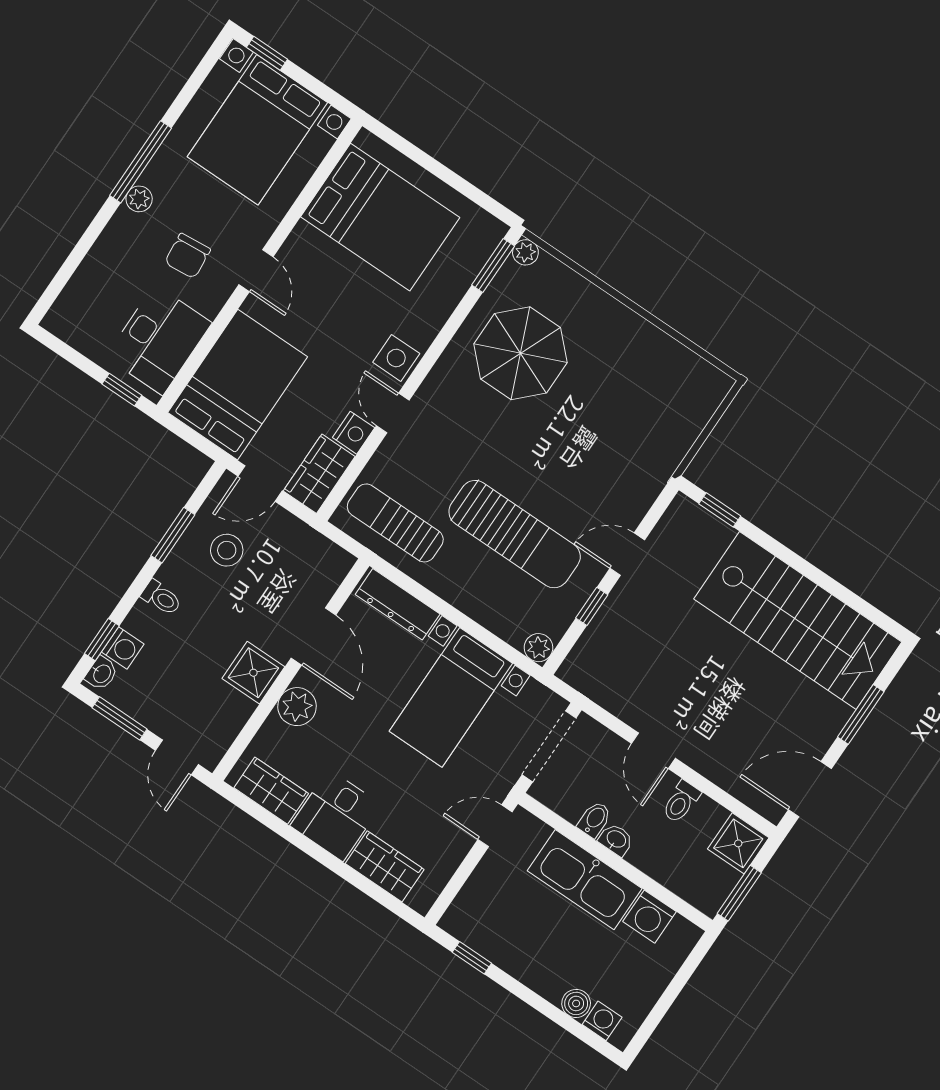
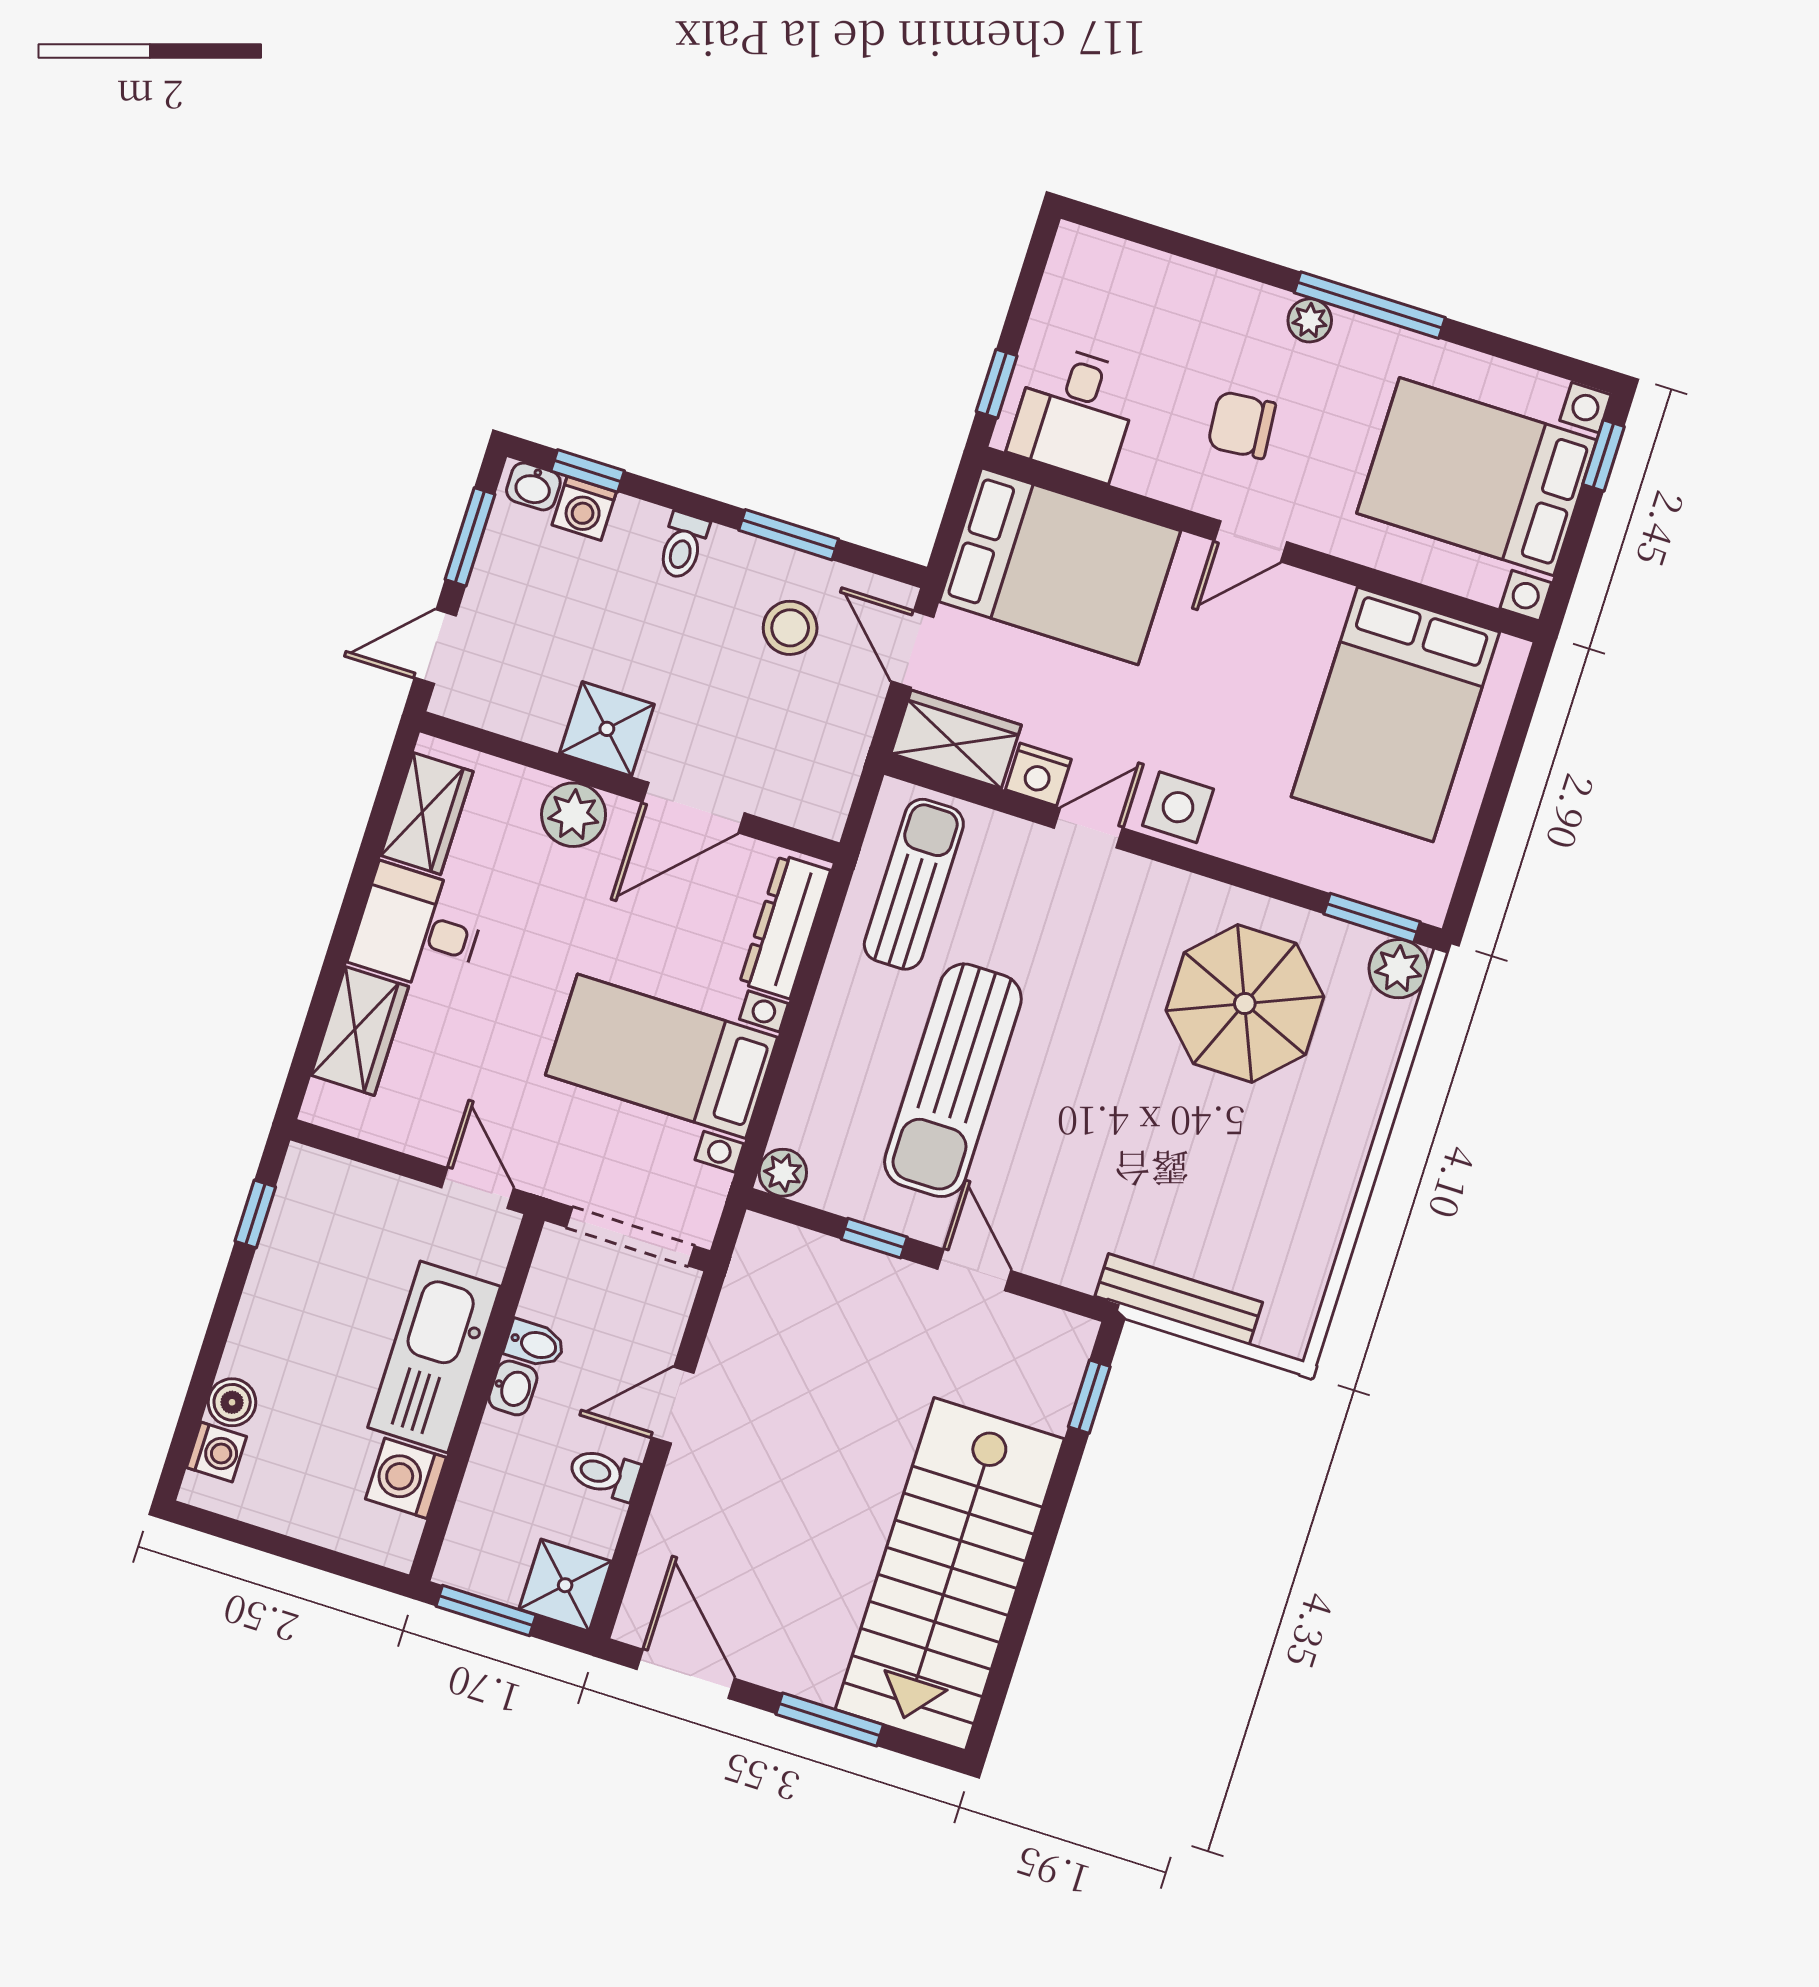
plant: (525, 252) -> (1398, 969), width x1.38, depth x1.38
desk: (159, 340) -> (1075, 413), width x0.73
bench: (679, 442) -> (1179, 1299), added

